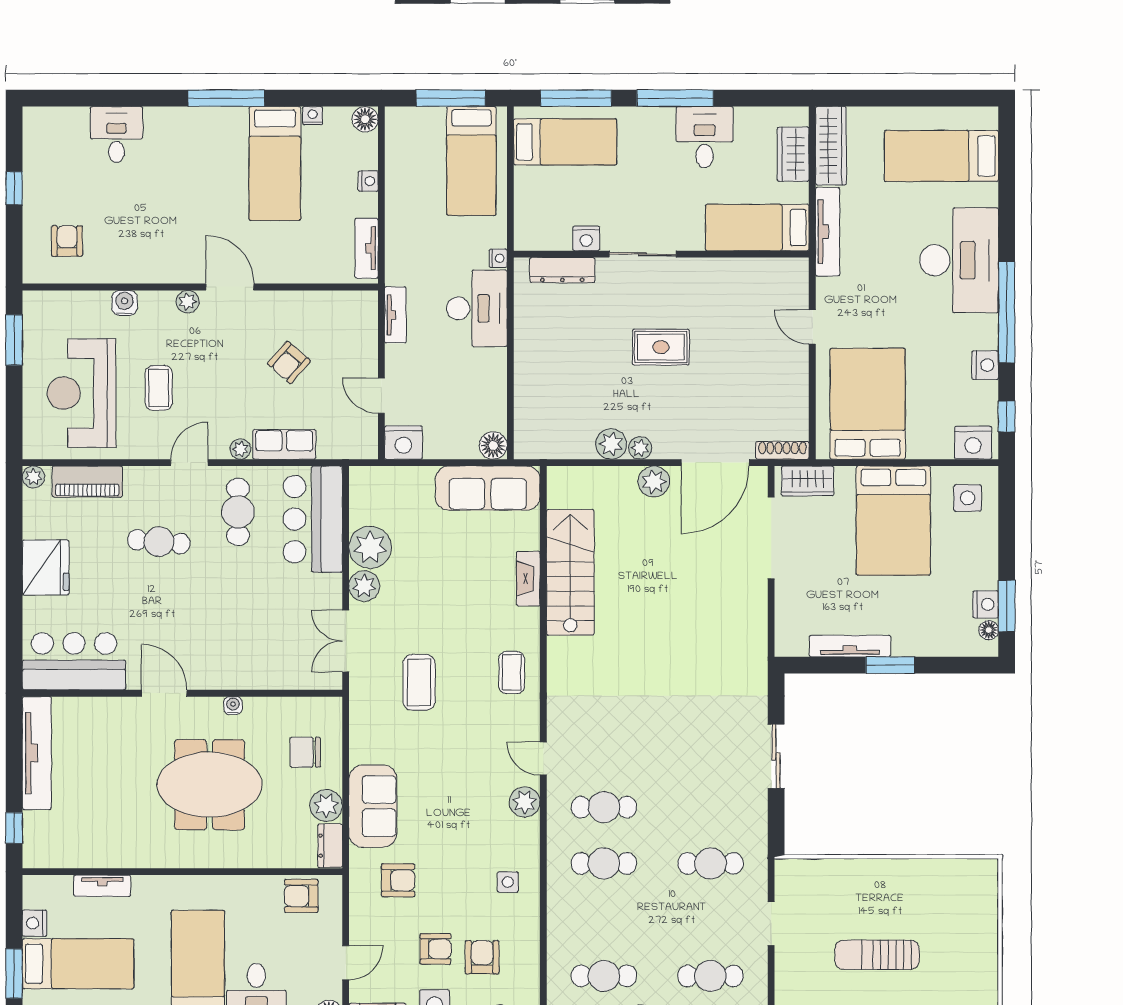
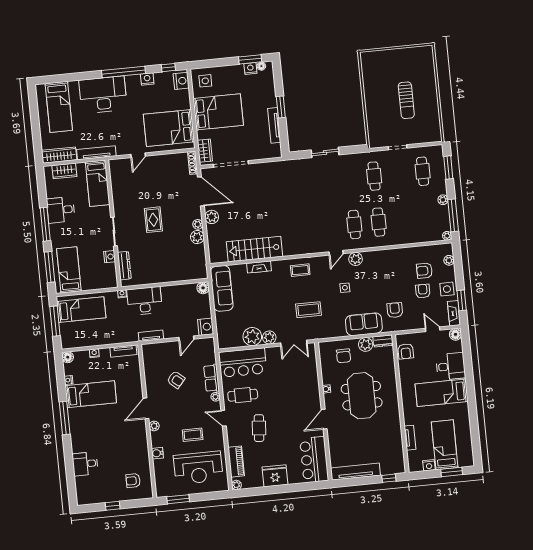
side table: (508, 882) -> (345, 288), moved
cafe table: (604, 976) -> (427, 217), removed

